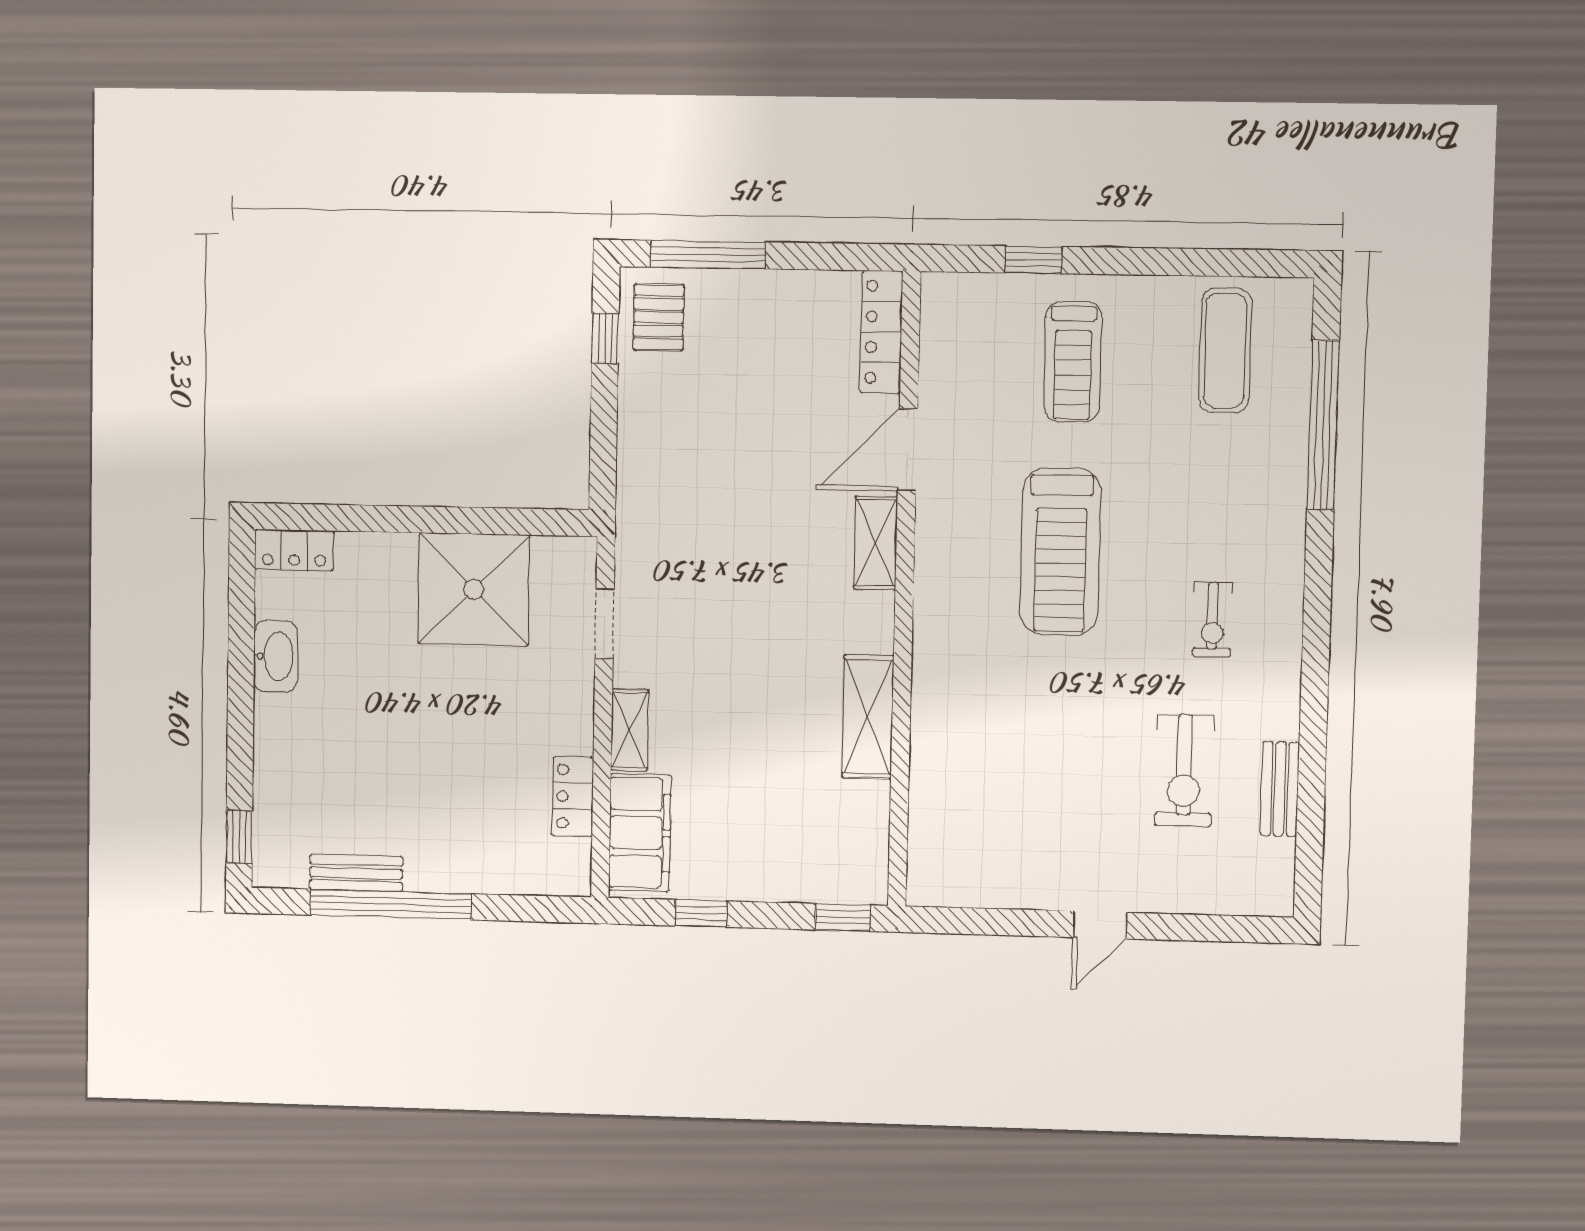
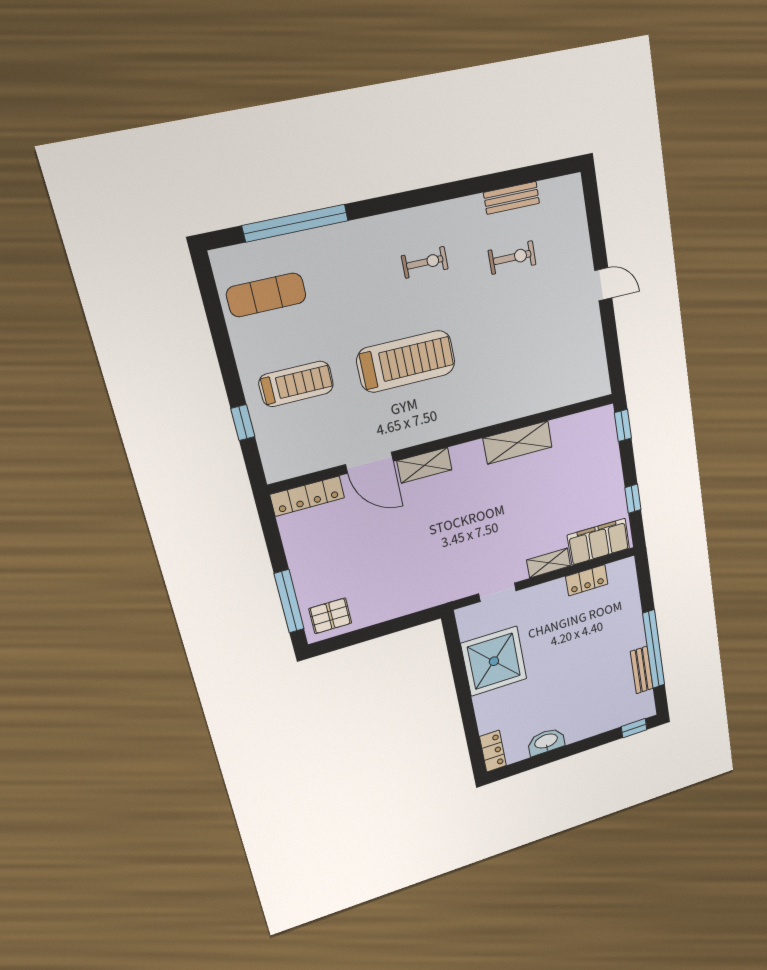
window: (605, 338) -> (349, 639), removed
exercise bike: (1184, 770) -> (512, 258), width x0.73, depth x0.72

